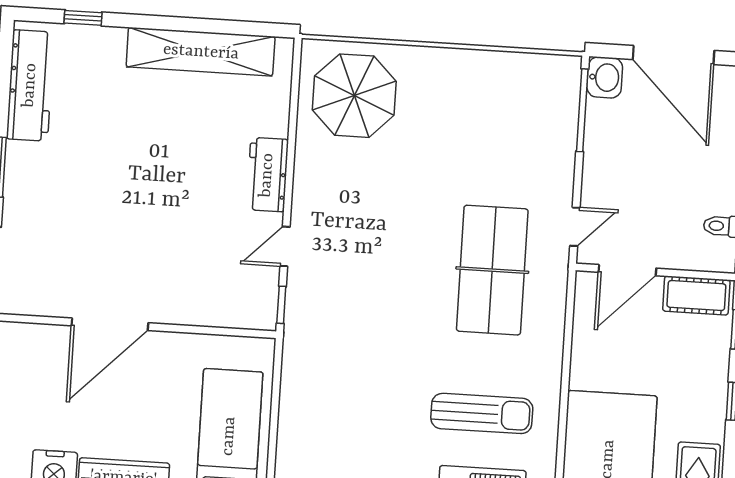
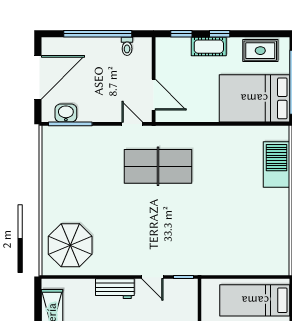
washbasin: (605, 77) -> (66, 113), moved
cot: (696, 296) -> (209, 47), moved, turned 90
sun lounger: (482, 413) -> (234, 167), removed

